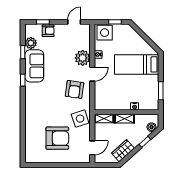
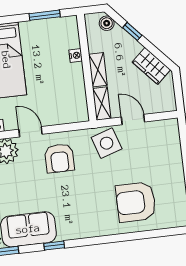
armchair: (74, 89) -> (59, 158), turned 82
armchair: (57, 138) -> (136, 202), moved, turned -90
door: (92, 148) -> (133, 120), moved

